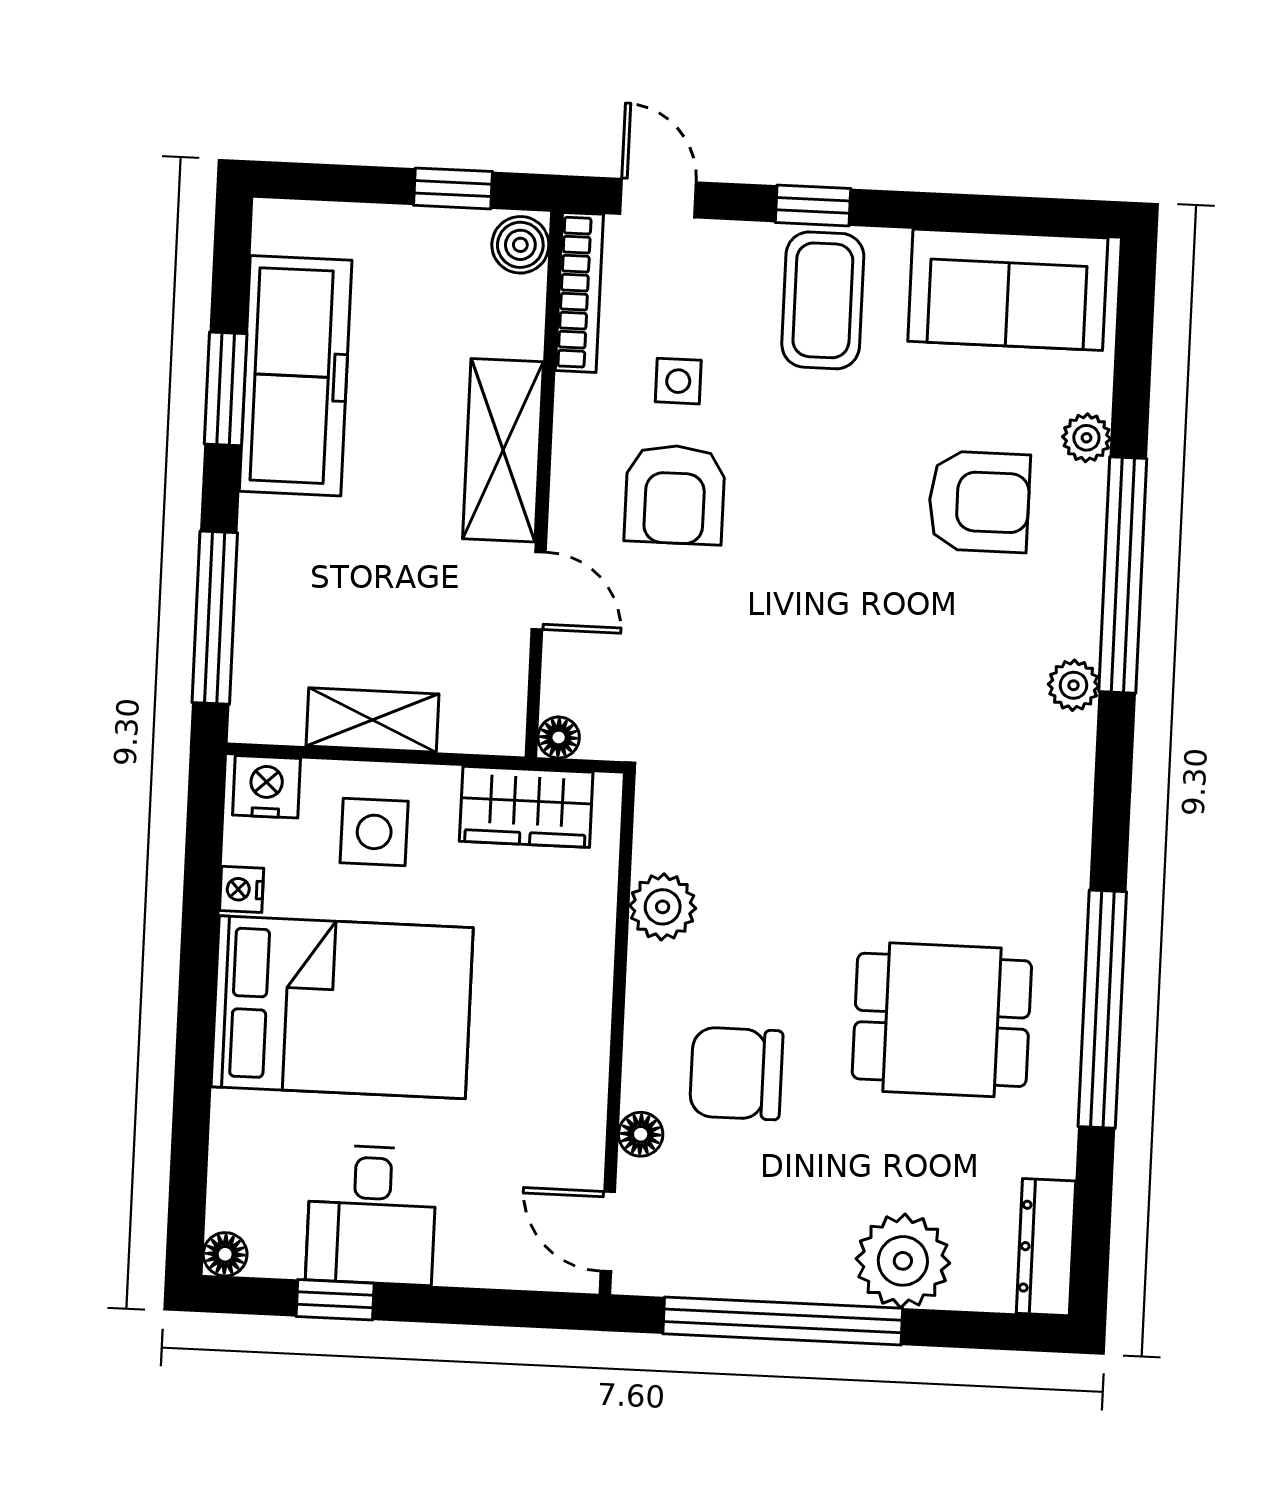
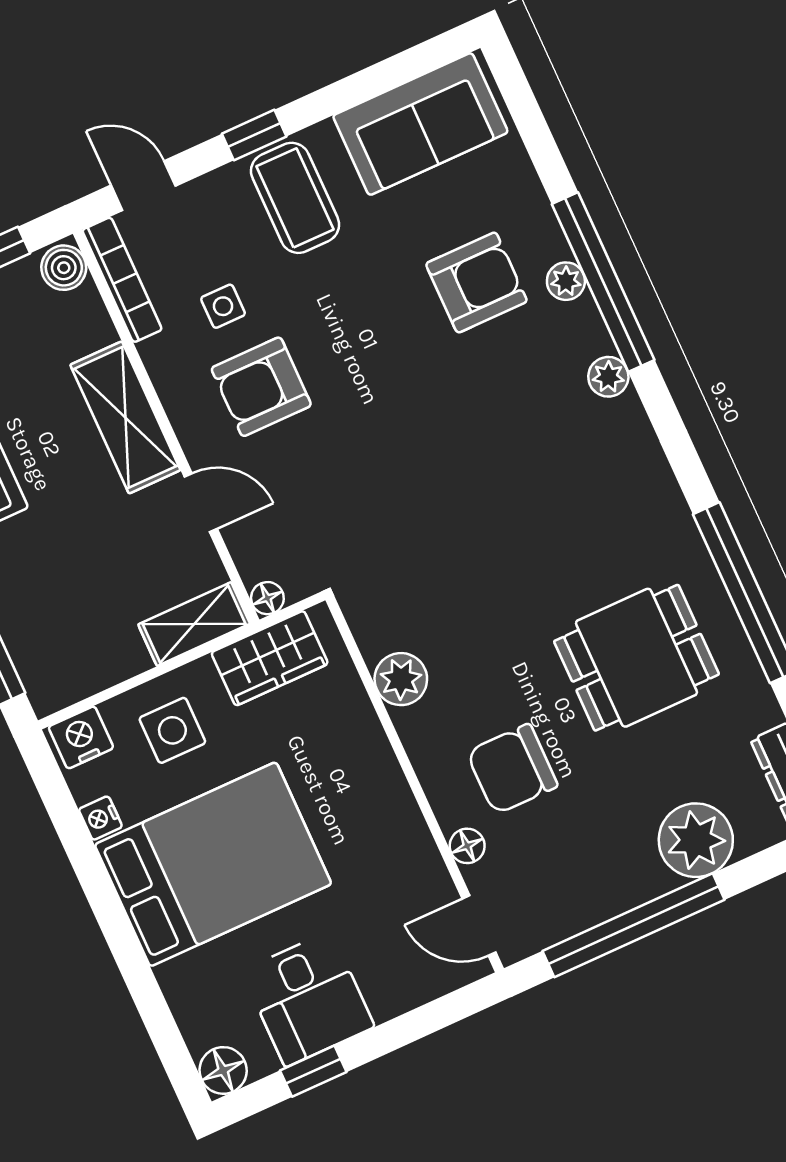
plant: (1086, 438) -> (566, 281), moved
armchair: (675, 495) -> (261, 387), turned 90
shelving: (373, 720) -> (194, 624), moved
floor lamp: (225, 1254) -> (223, 1070), width x1.37, depth x1.37

